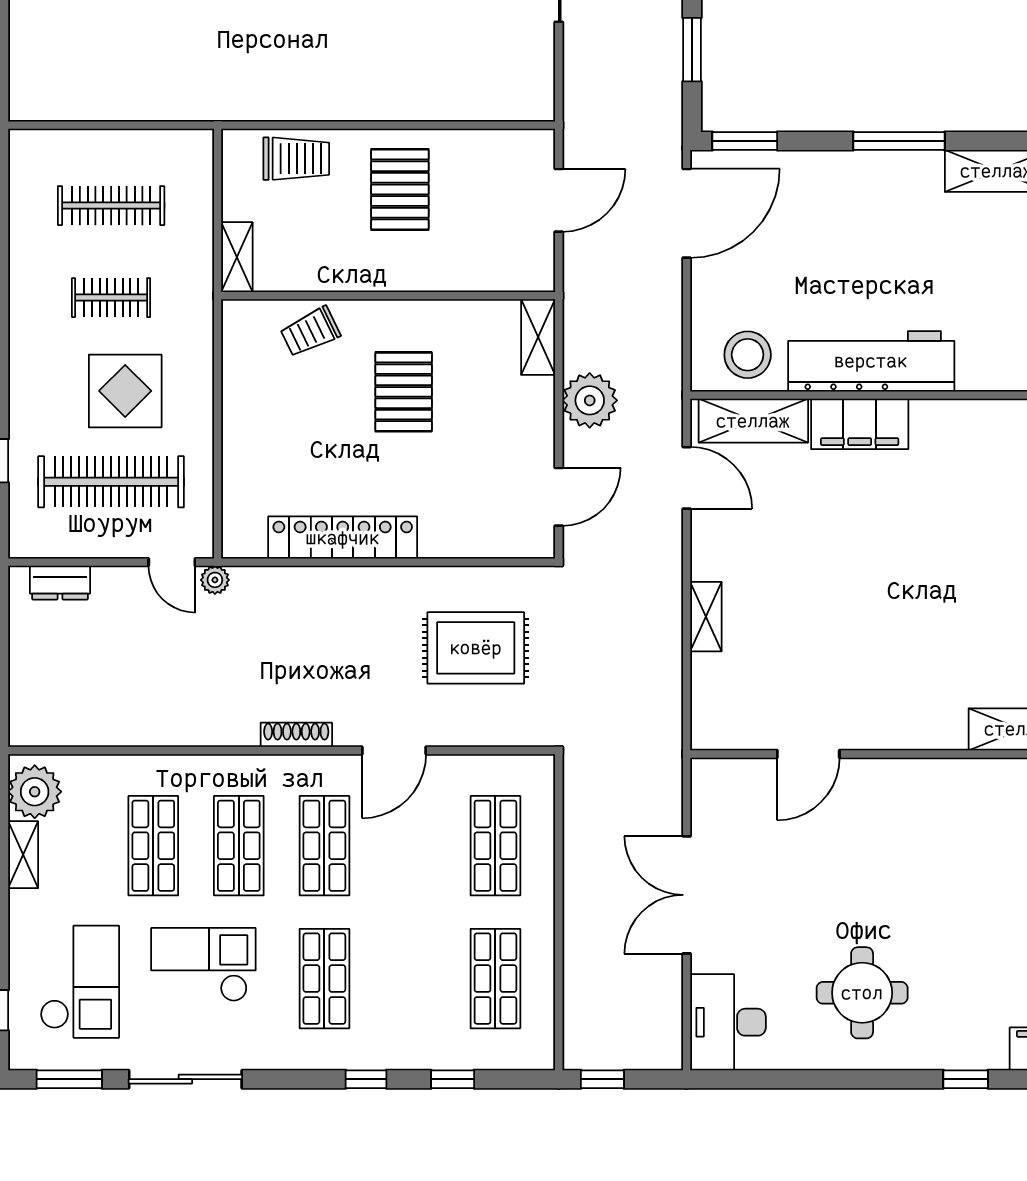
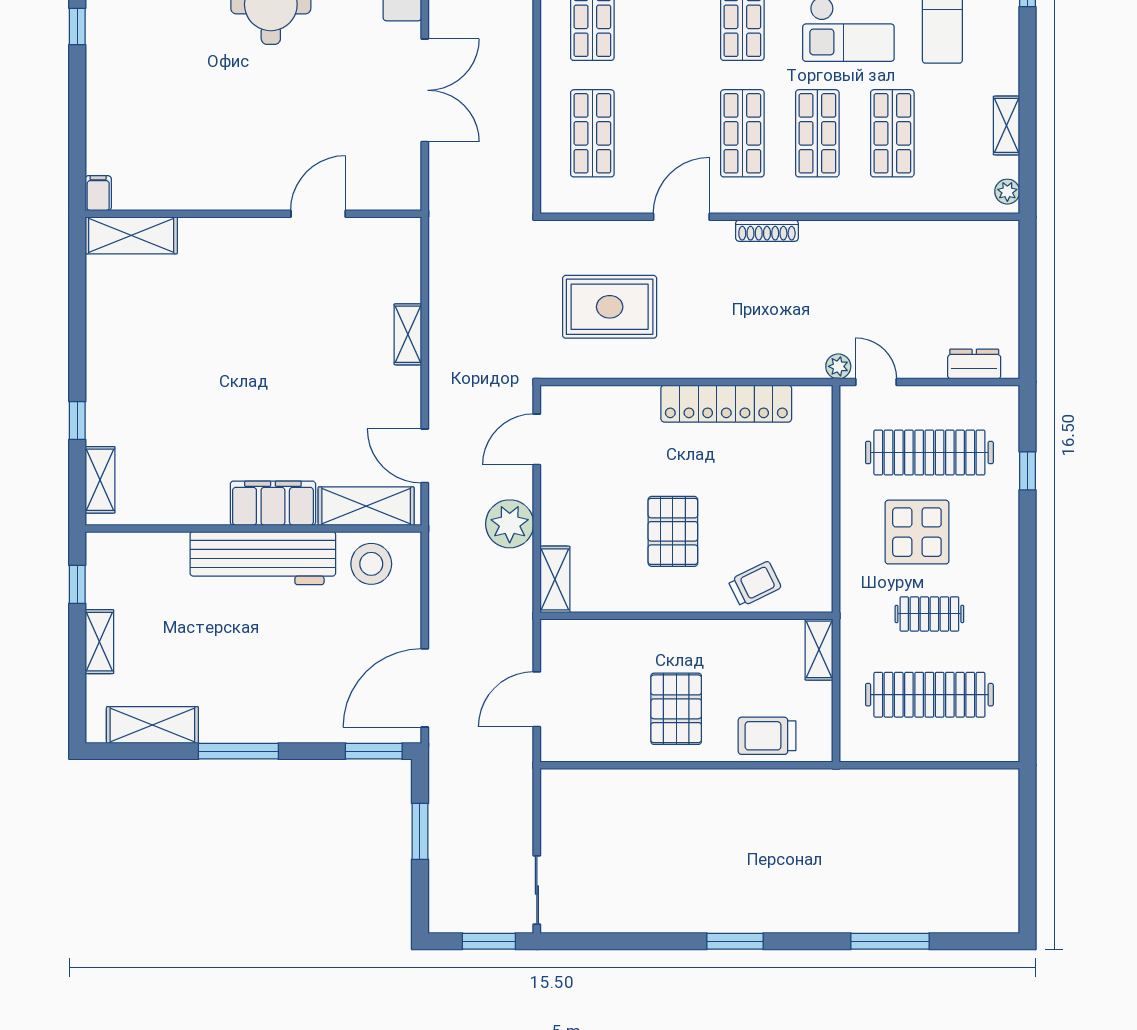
clothes rail: (111, 206) -> (929, 695), width x1.37, depth x1.31
plant: (35, 792) -> (1007, 192), width x0.53, depth x0.53

